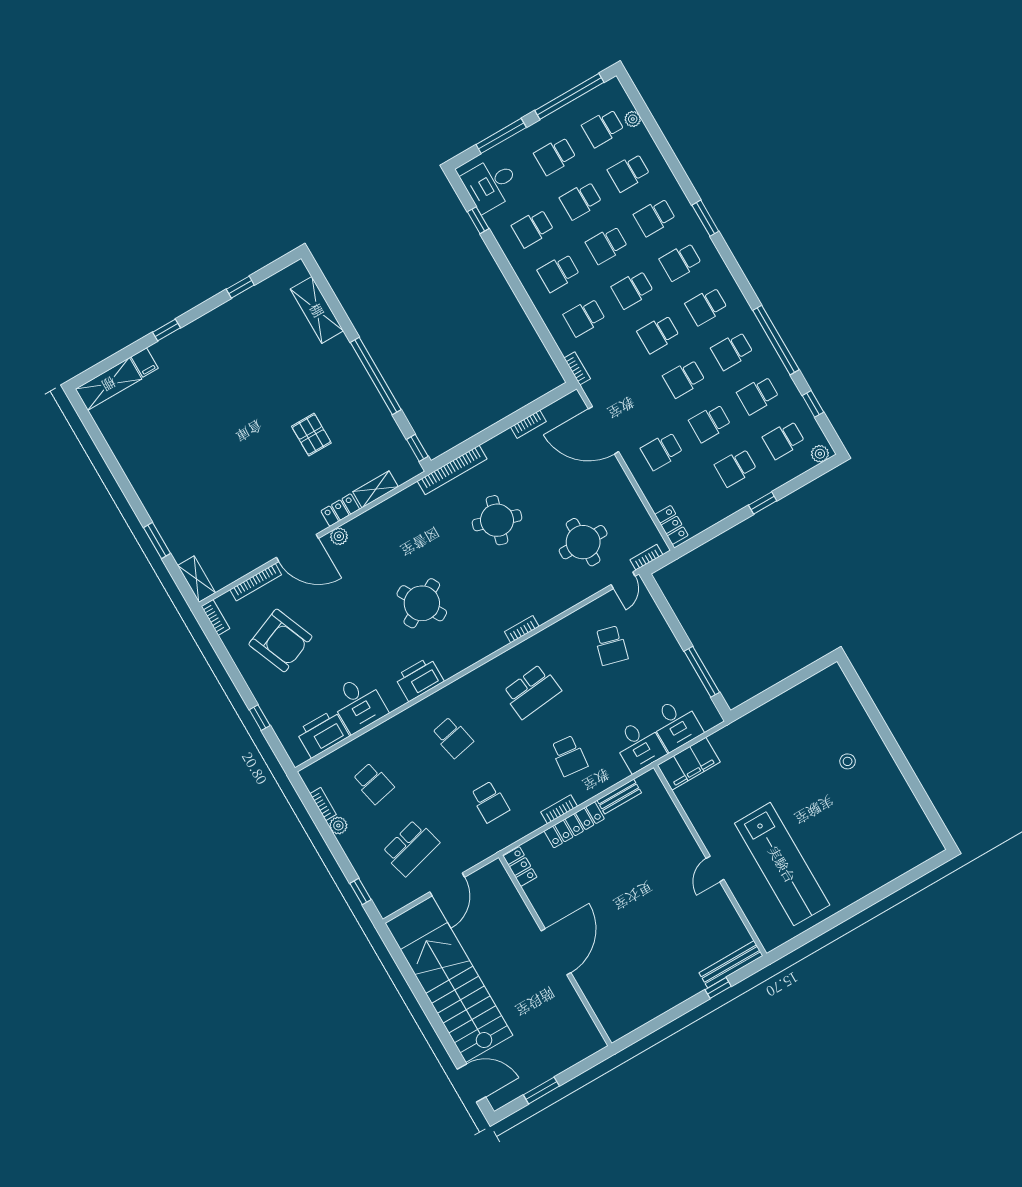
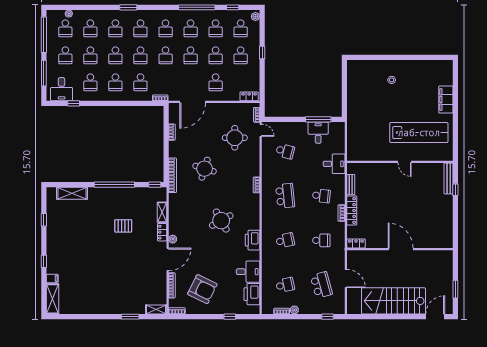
armchair: (280, 640) -> (202, 289), turned 48
desk: (676, 724) -> (318, 133), moved, turned -90
filing cabinet: (689, 764) -> (446, 99), moved, turned 180

